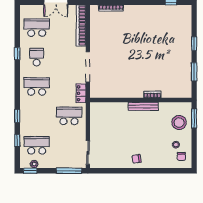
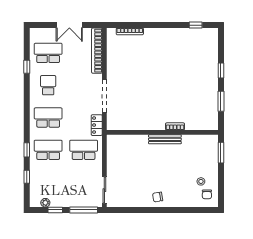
window: (17, 54) -> (27, 67), moved
stool: (179, 123) -> (204, 157), removed
school desk: (37, 145) -> (48, 150), moved
window: (30, 171) -> (55, 210), moved

